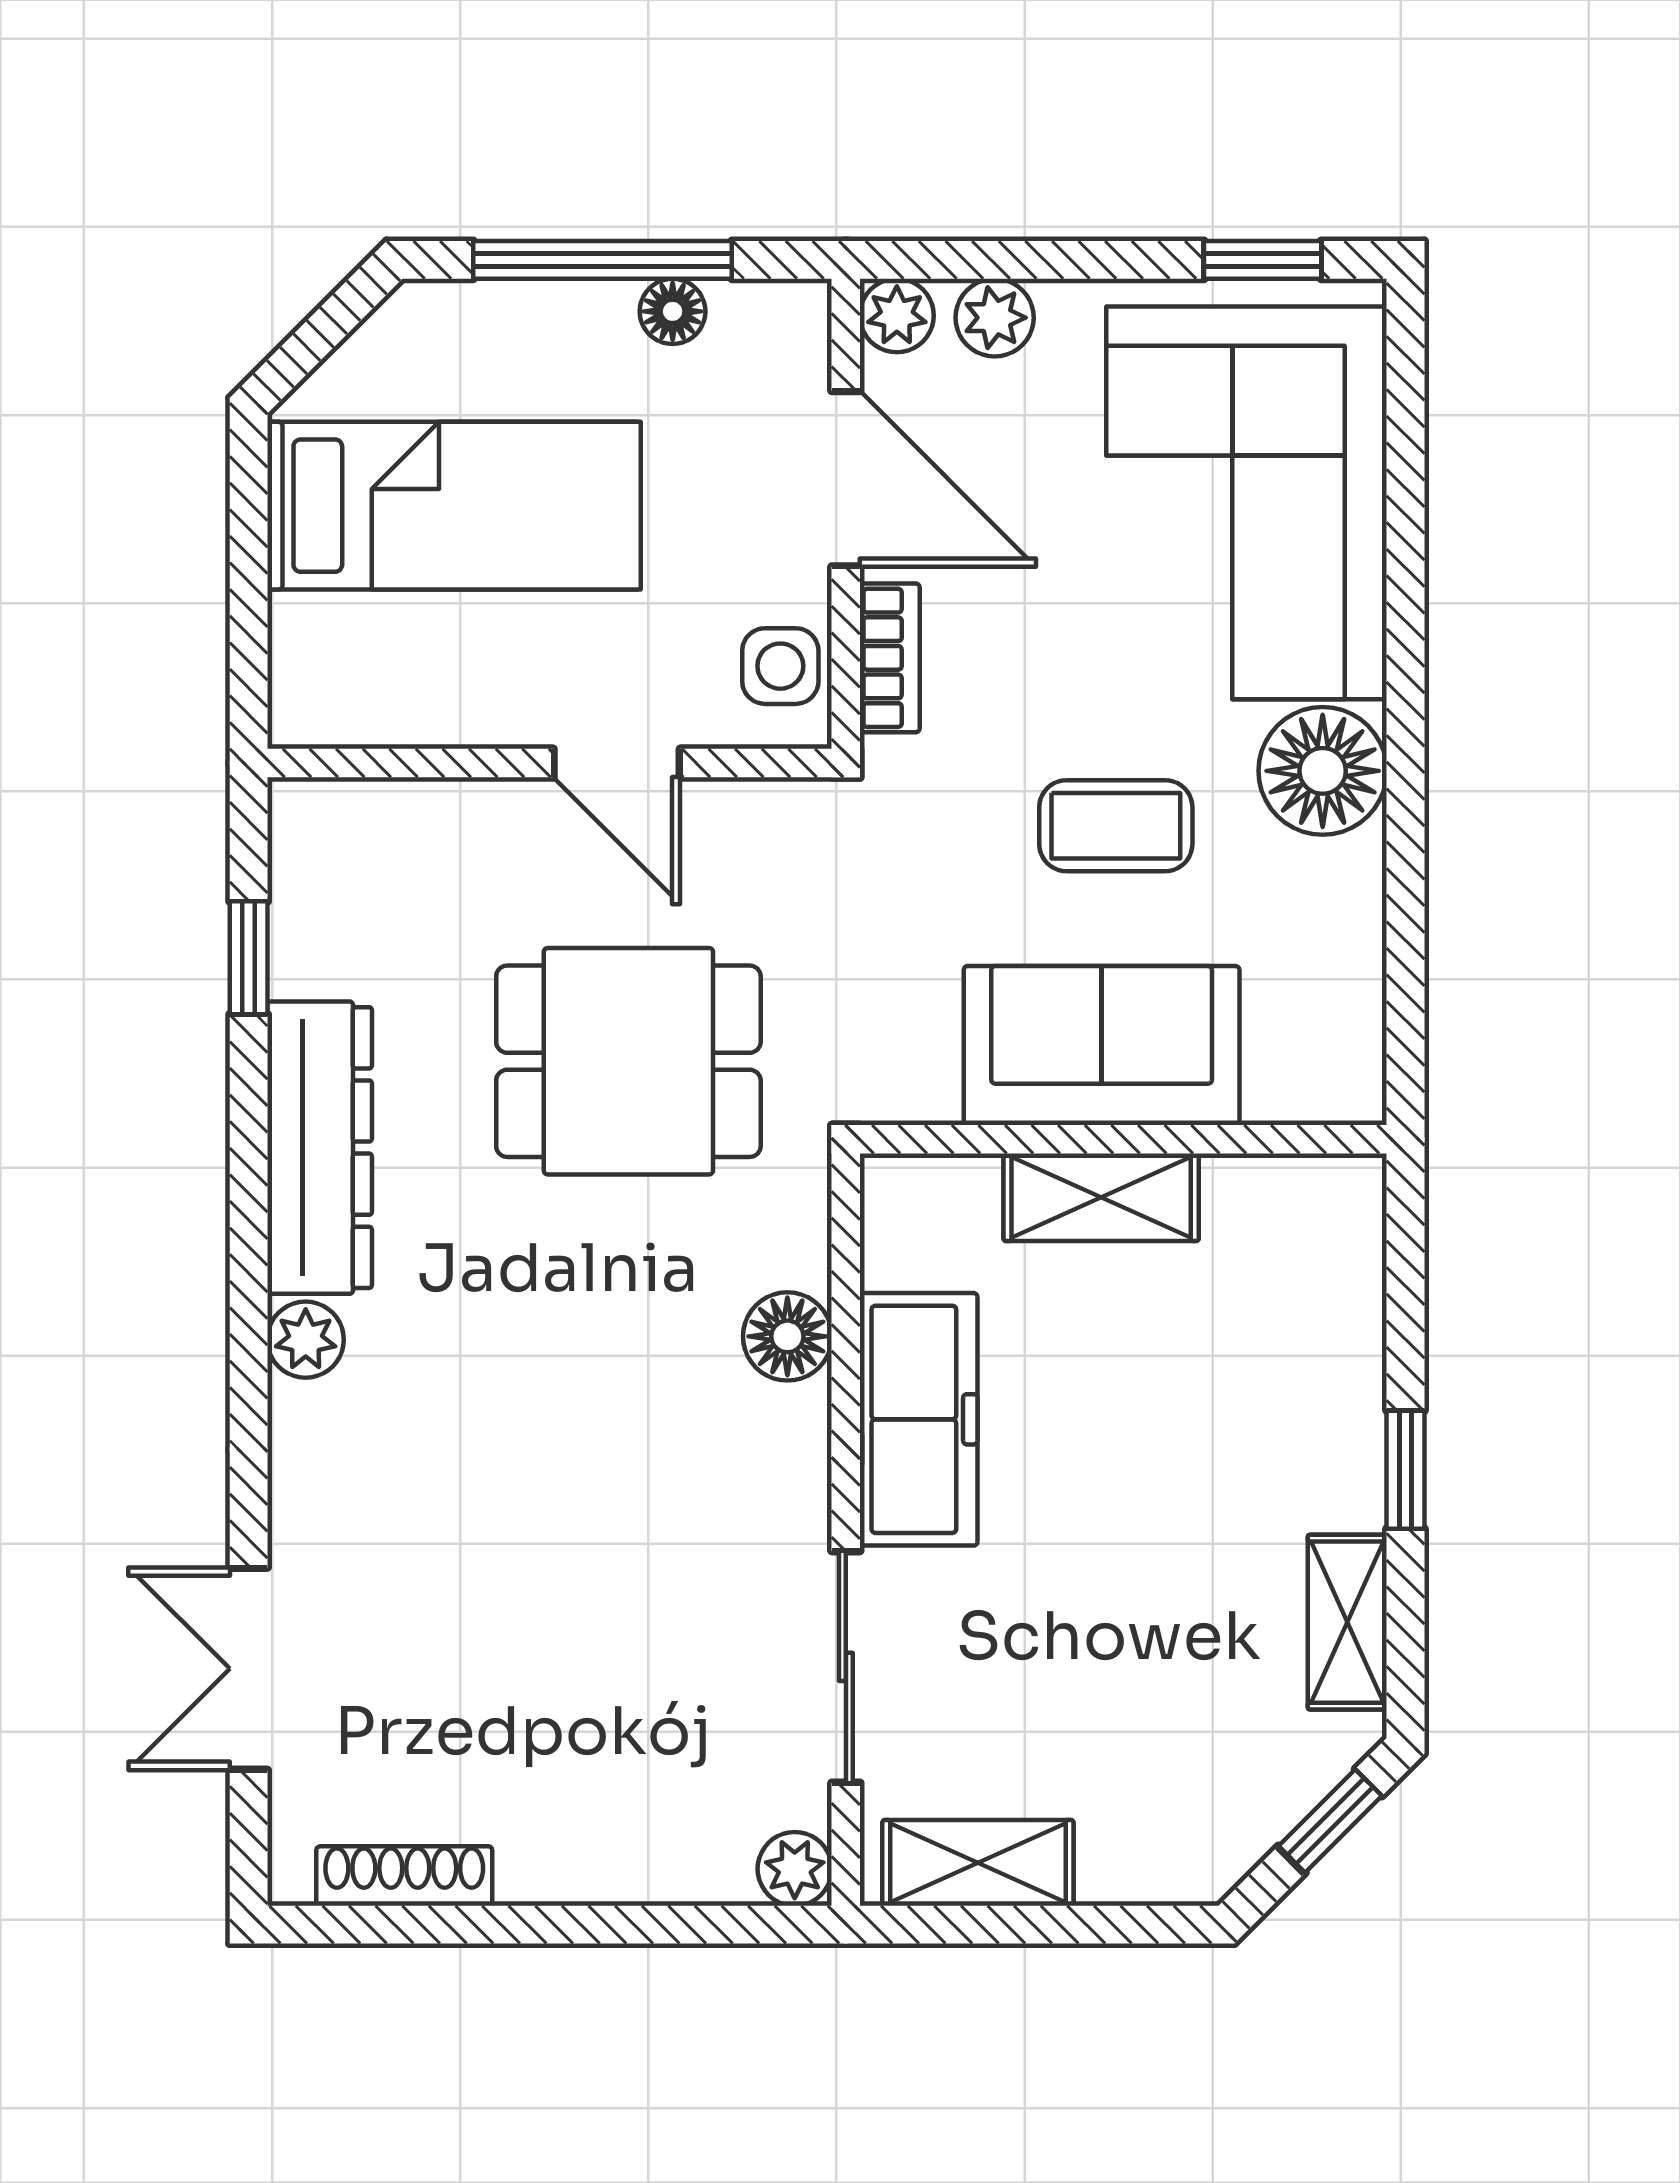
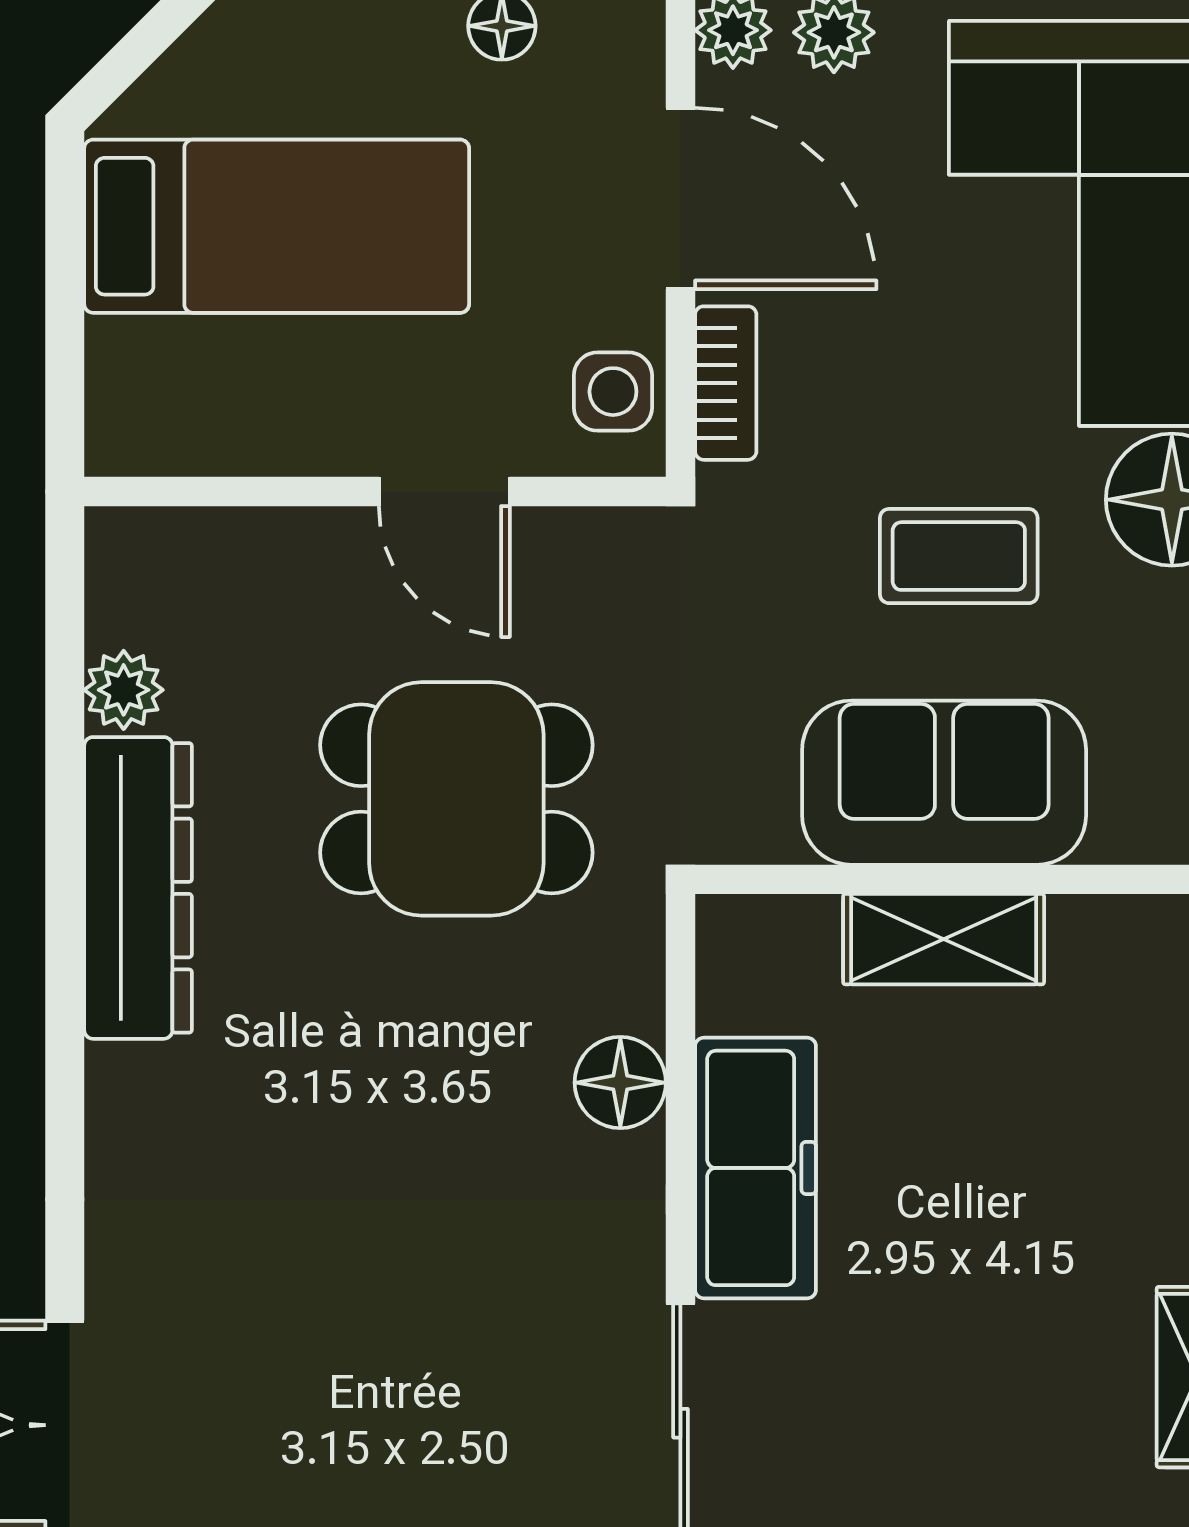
window: (249, 958) -> (65, 692), removed
plant: (306, 1340) -> (124, 690), moved

